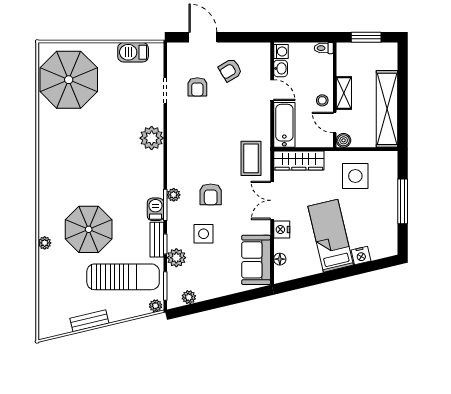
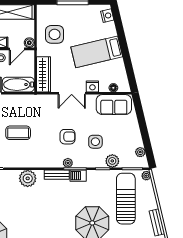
coffee table: (251, 158) -> (18, 133), moved
bench: (157, 240) -> (57, 175), moved
nightstand: (361, 255) -> (107, 16), moved

